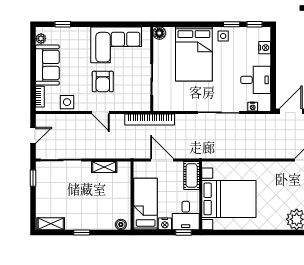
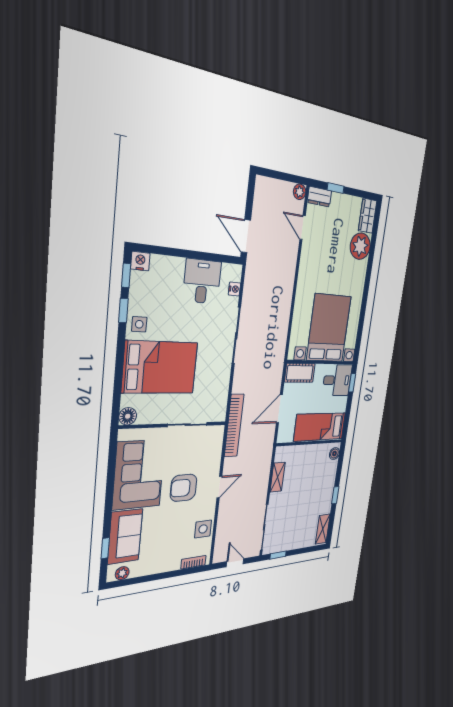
nightstand: (265, 48) -> (140, 261), moved
sofa: (47, 65) -> (125, 536), moved, turned 90
armchair: (103, 82) -> (184, 488), turned 180
nightstand: (165, 224) -> (341, 404), removed

